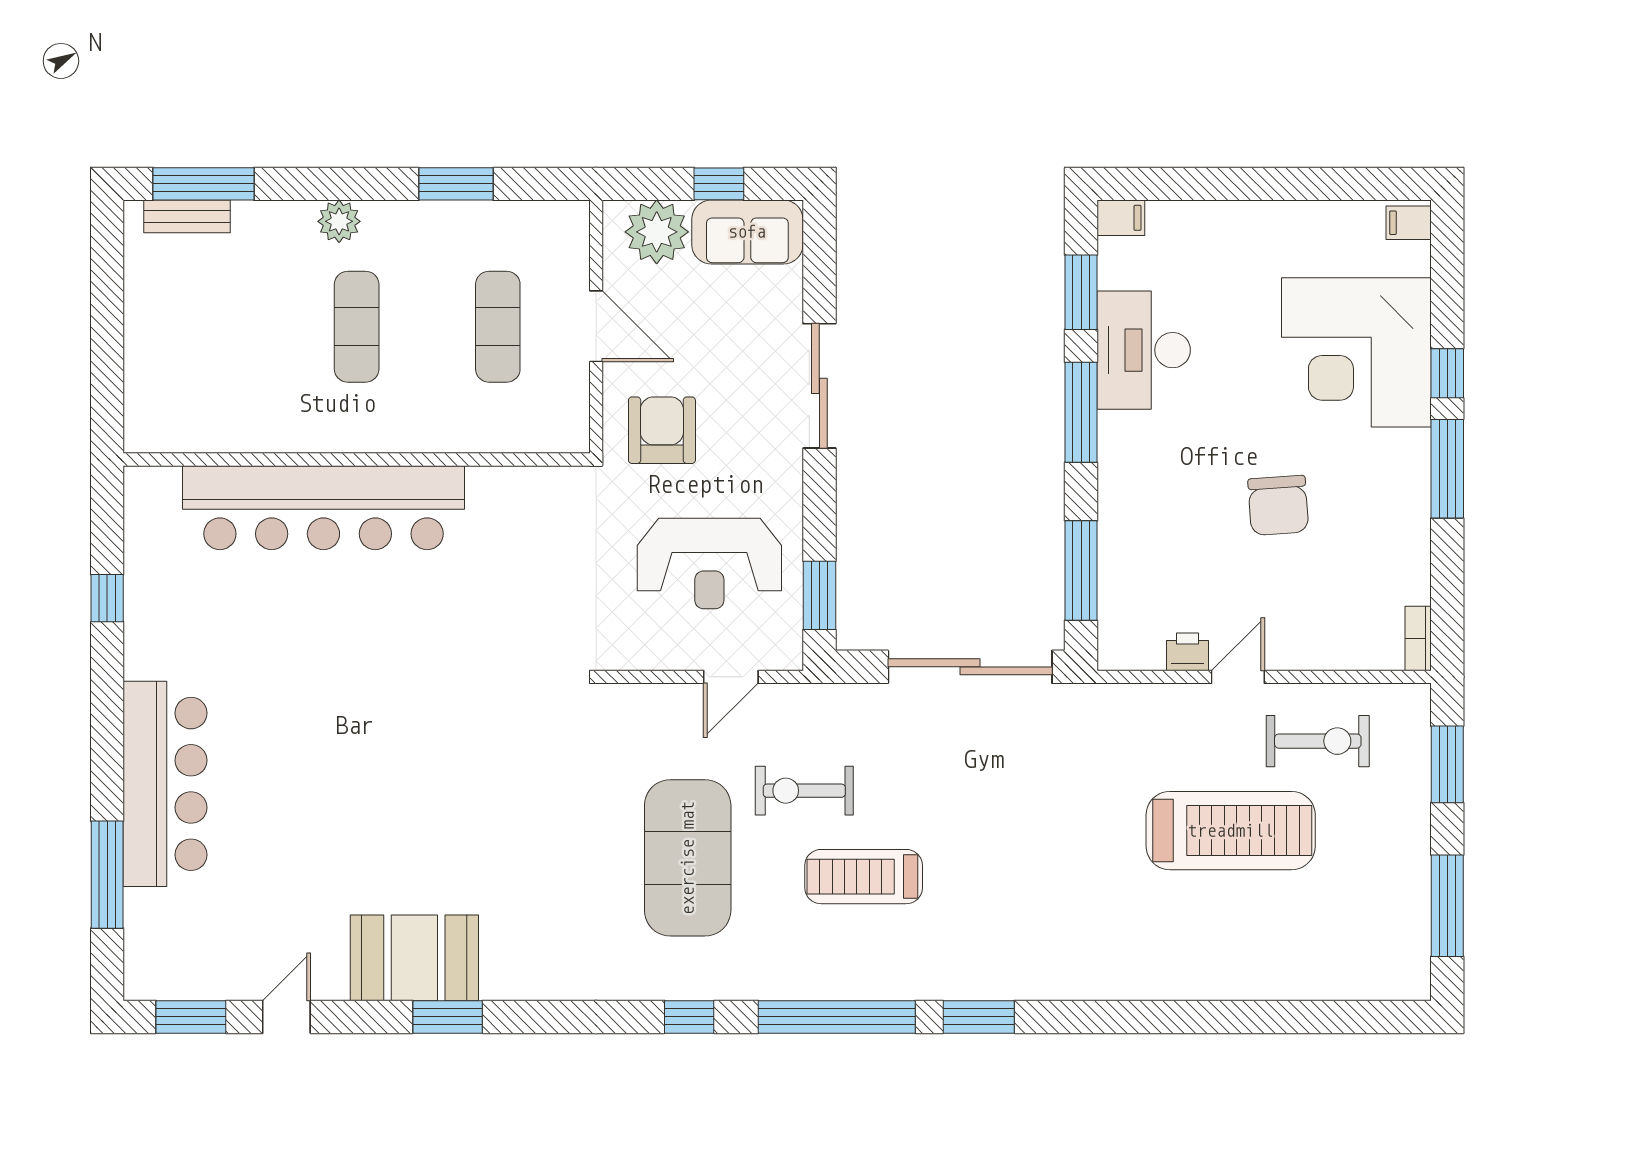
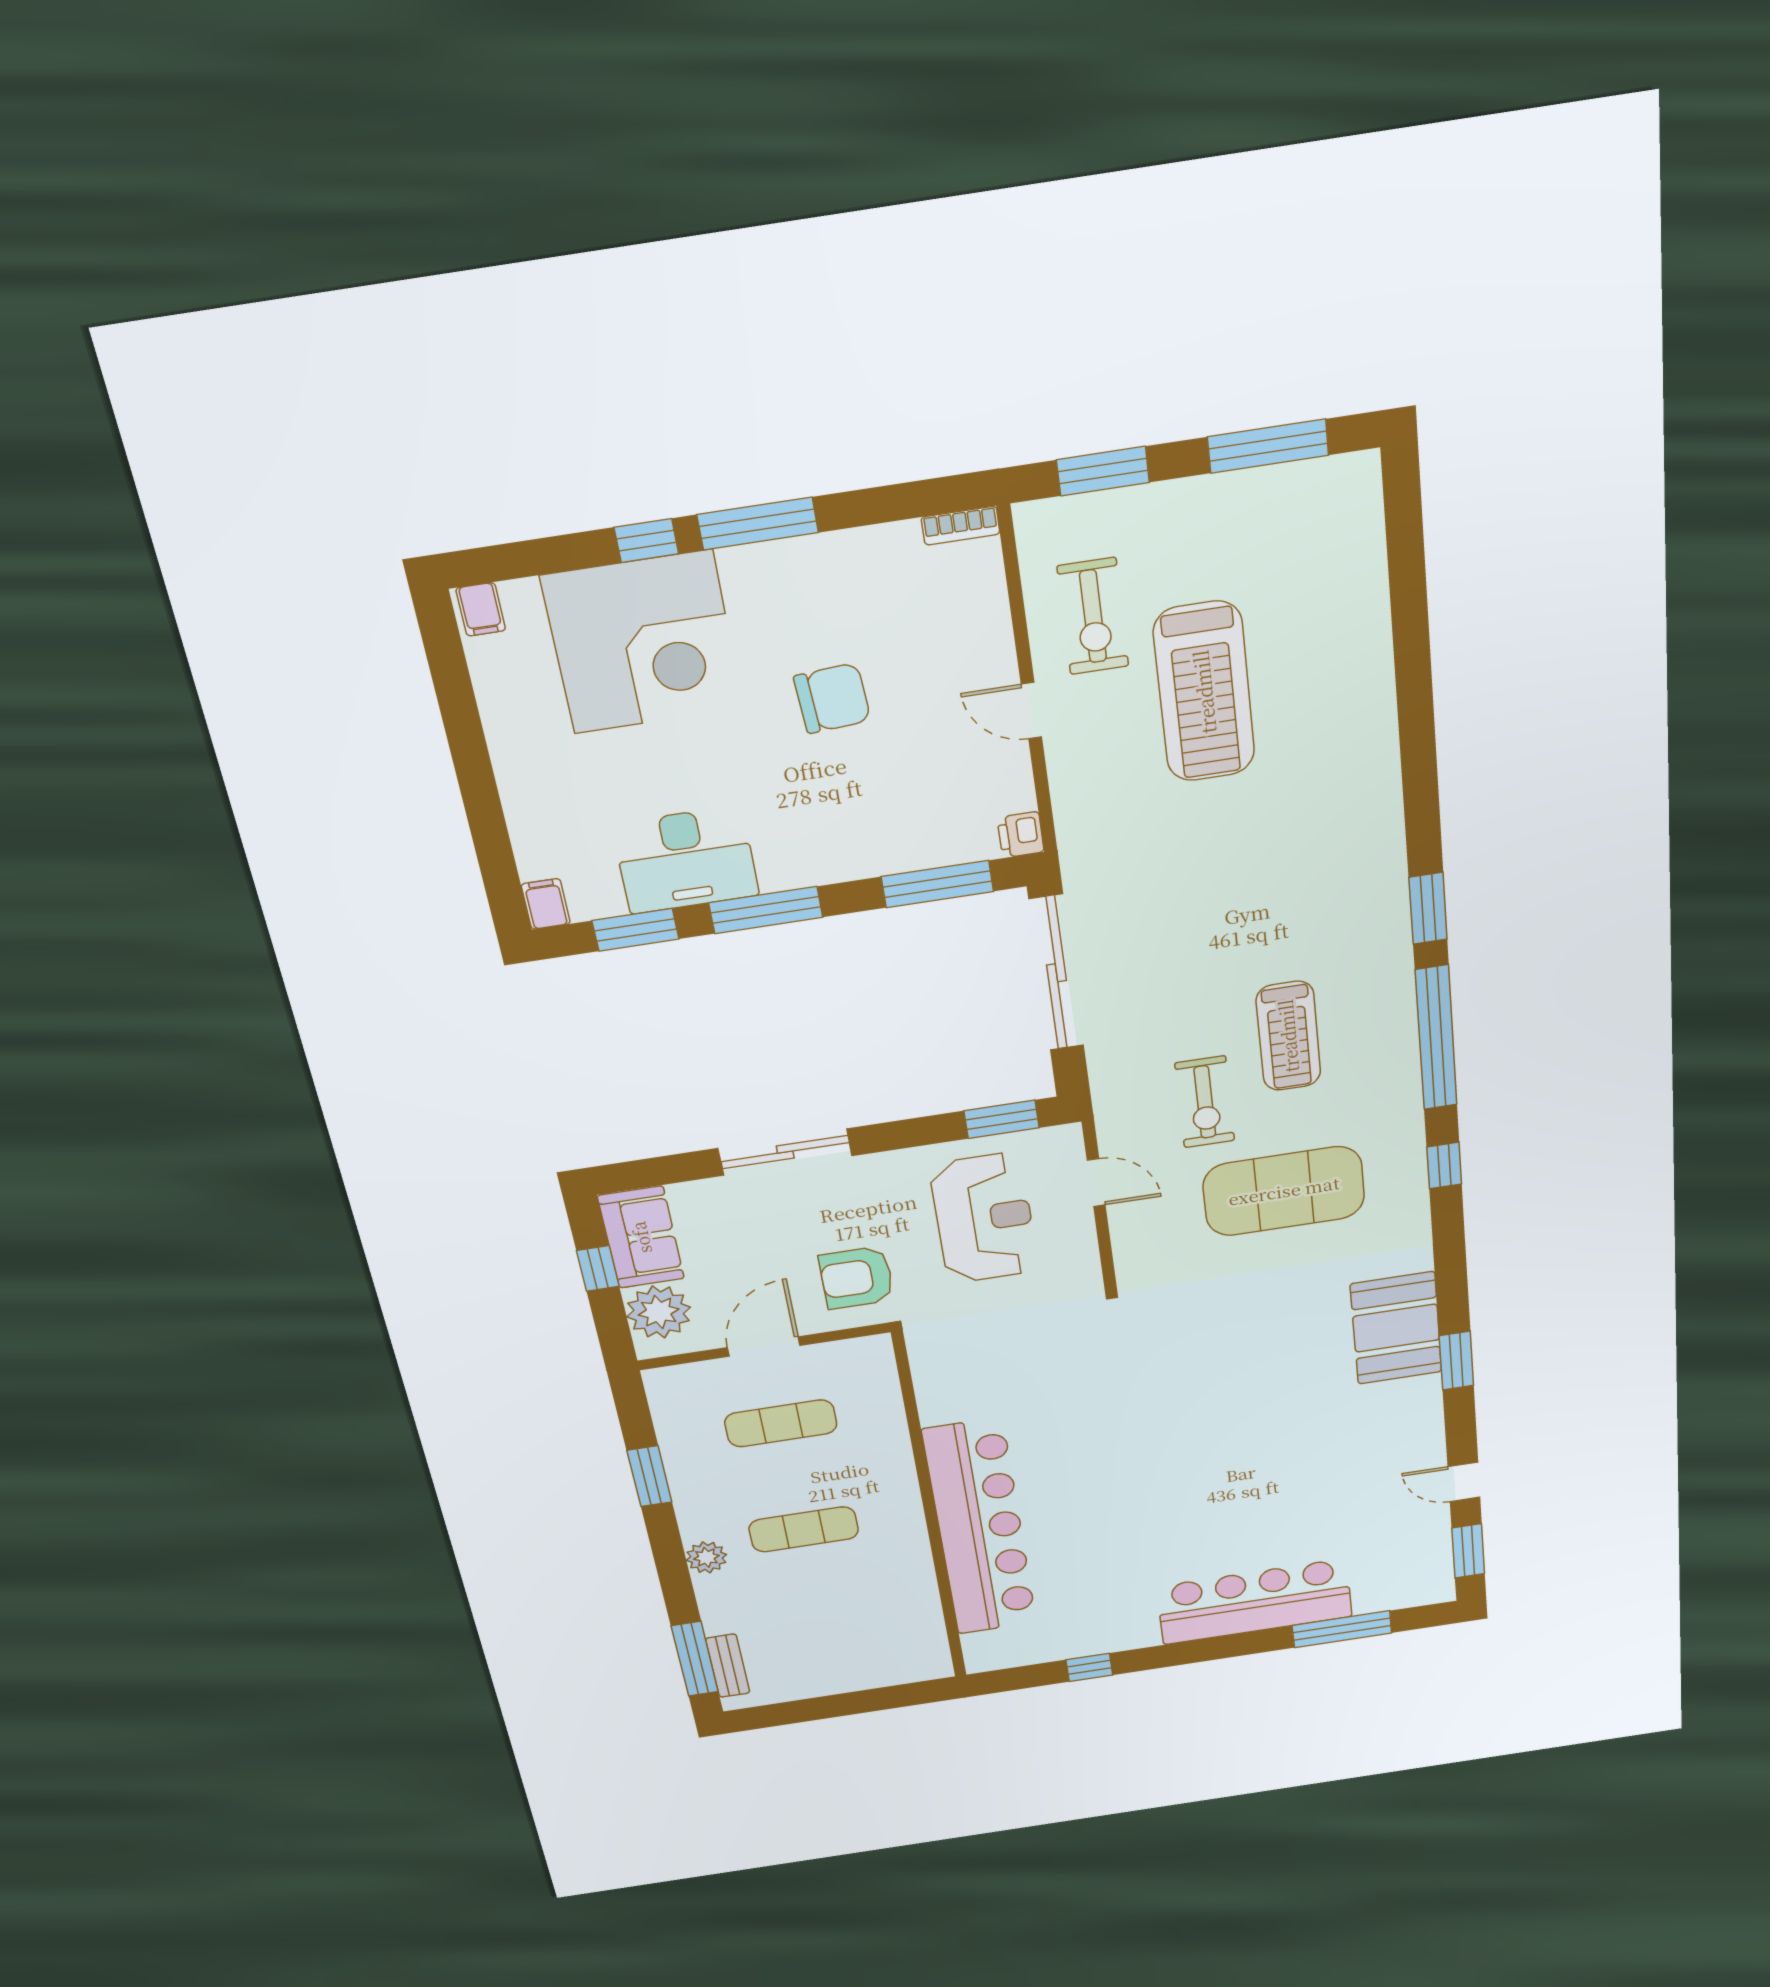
printer: (1188, 652) -> (1021, 835), moved
exercise bike: (1318, 741) -> (1093, 616), turned 180
treadmill: (1231, 831) -> (1204, 692), turned 180
booth: (414, 958) -> (1396, 1328), moved

